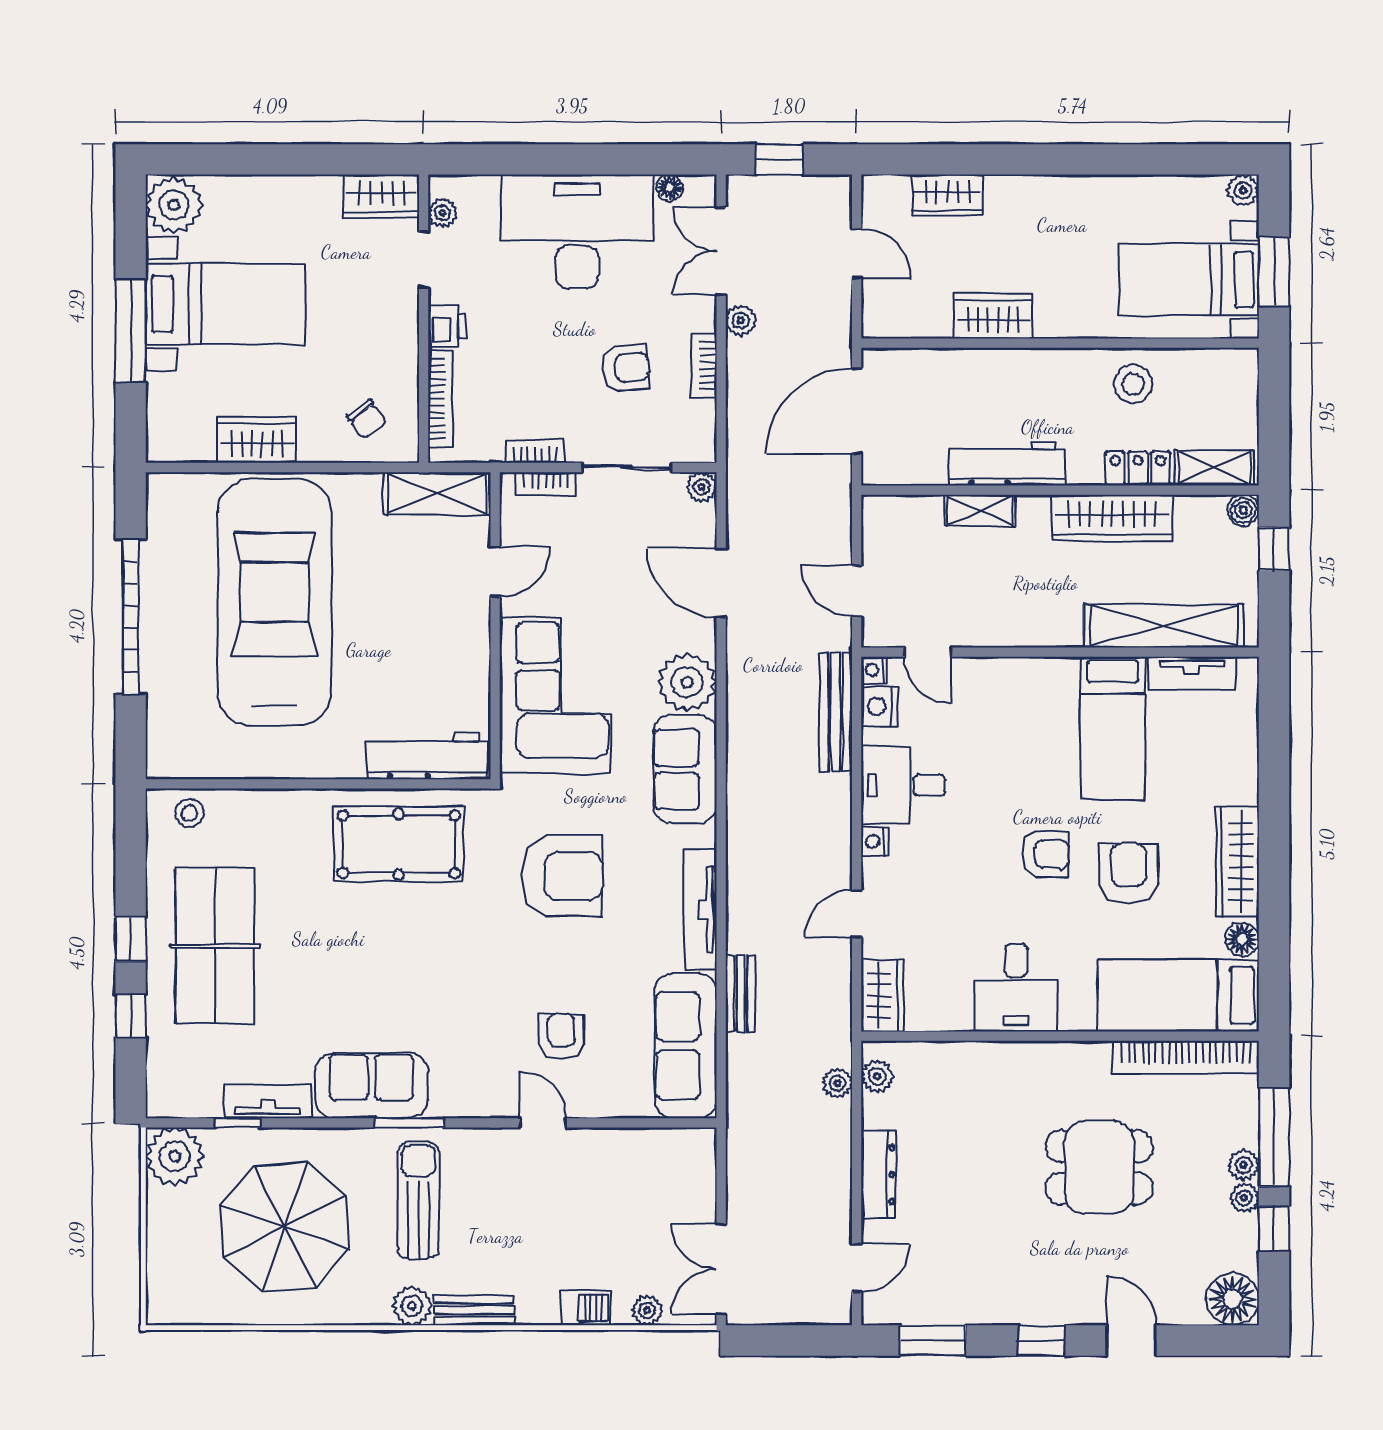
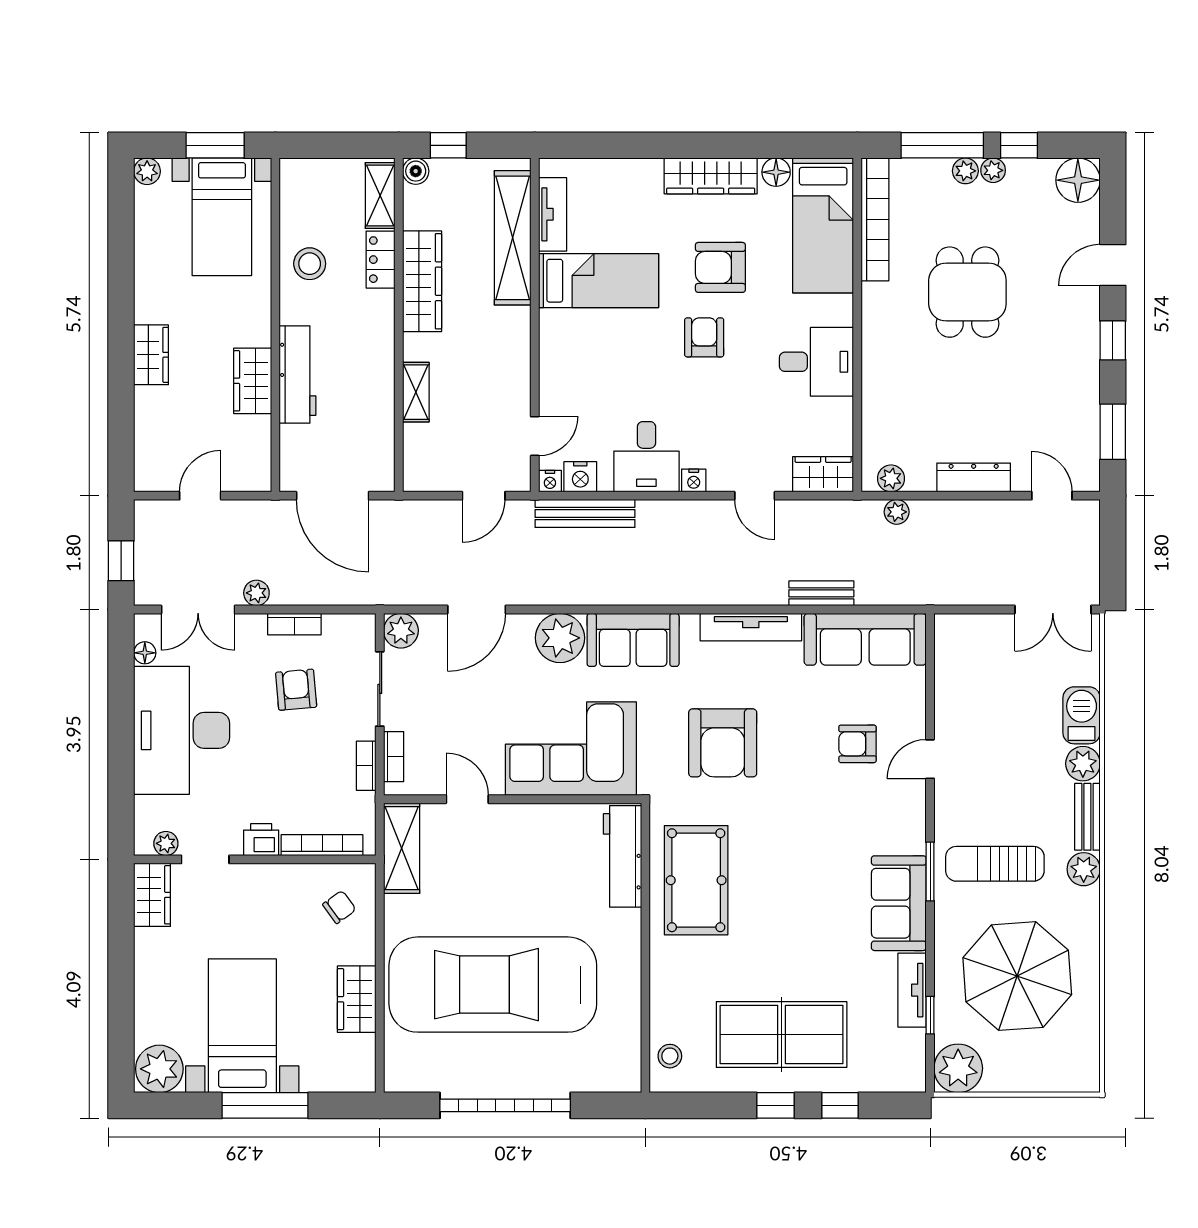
wardrobe: (947, 195) -> (151, 355), moved
workbench: (1007, 464) -> (298, 374), moved, turned 180
plant: (702, 487) -> (401, 631), width x1.38, depth x1.38
armchair: (562, 876) -> (723, 743), turned 180
barbecue: (586, 1308) -> (1082, 715), width x1.38, depth x1.27
plant: (647, 1310) -> (1083, 764), moved, width x1.38, depth x1.38

